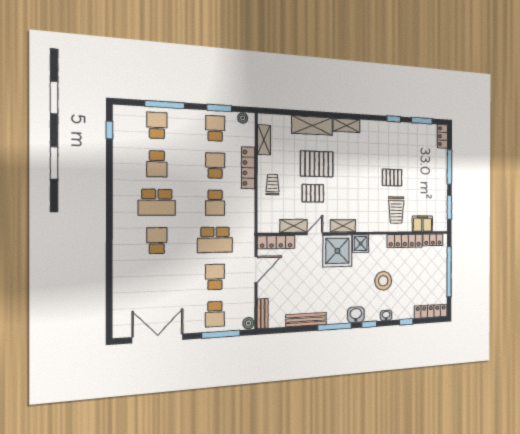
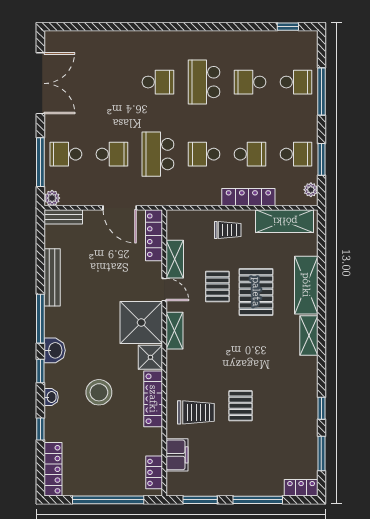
shelving: (264, 140) -> (285, 221), width x1.50, depth x1.33
trolley: (396, 210) -> (196, 412), turned 180
locker: (405, 241) -> (153, 399), moved

